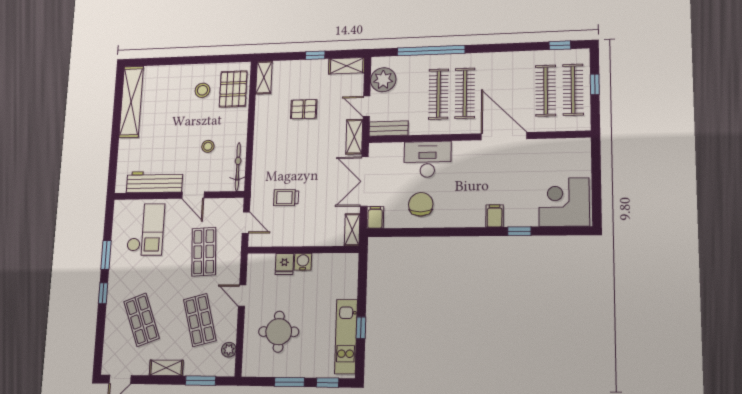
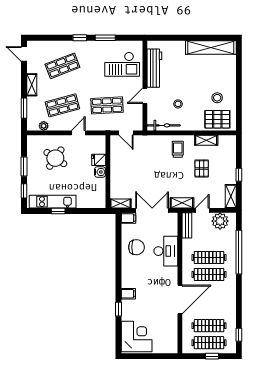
shelving: (264, 78) -> (206, 140), moved
trolley: (286, 198) -> (178, 149), moved
door: (246, 223) -> (126, 133), hinge flipped
round table: (279, 332) -> (55, 158), turned 34

